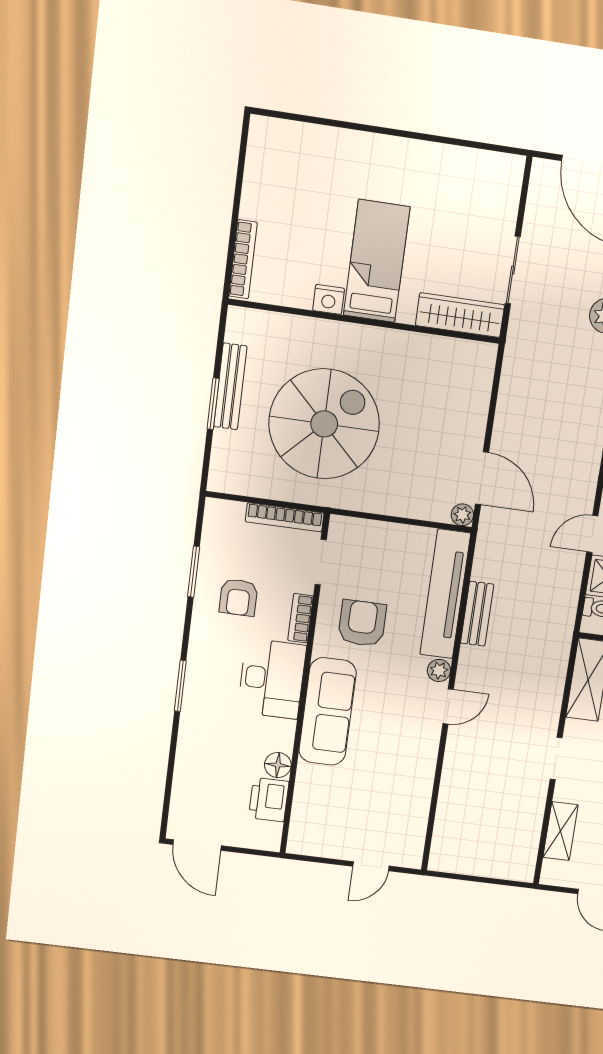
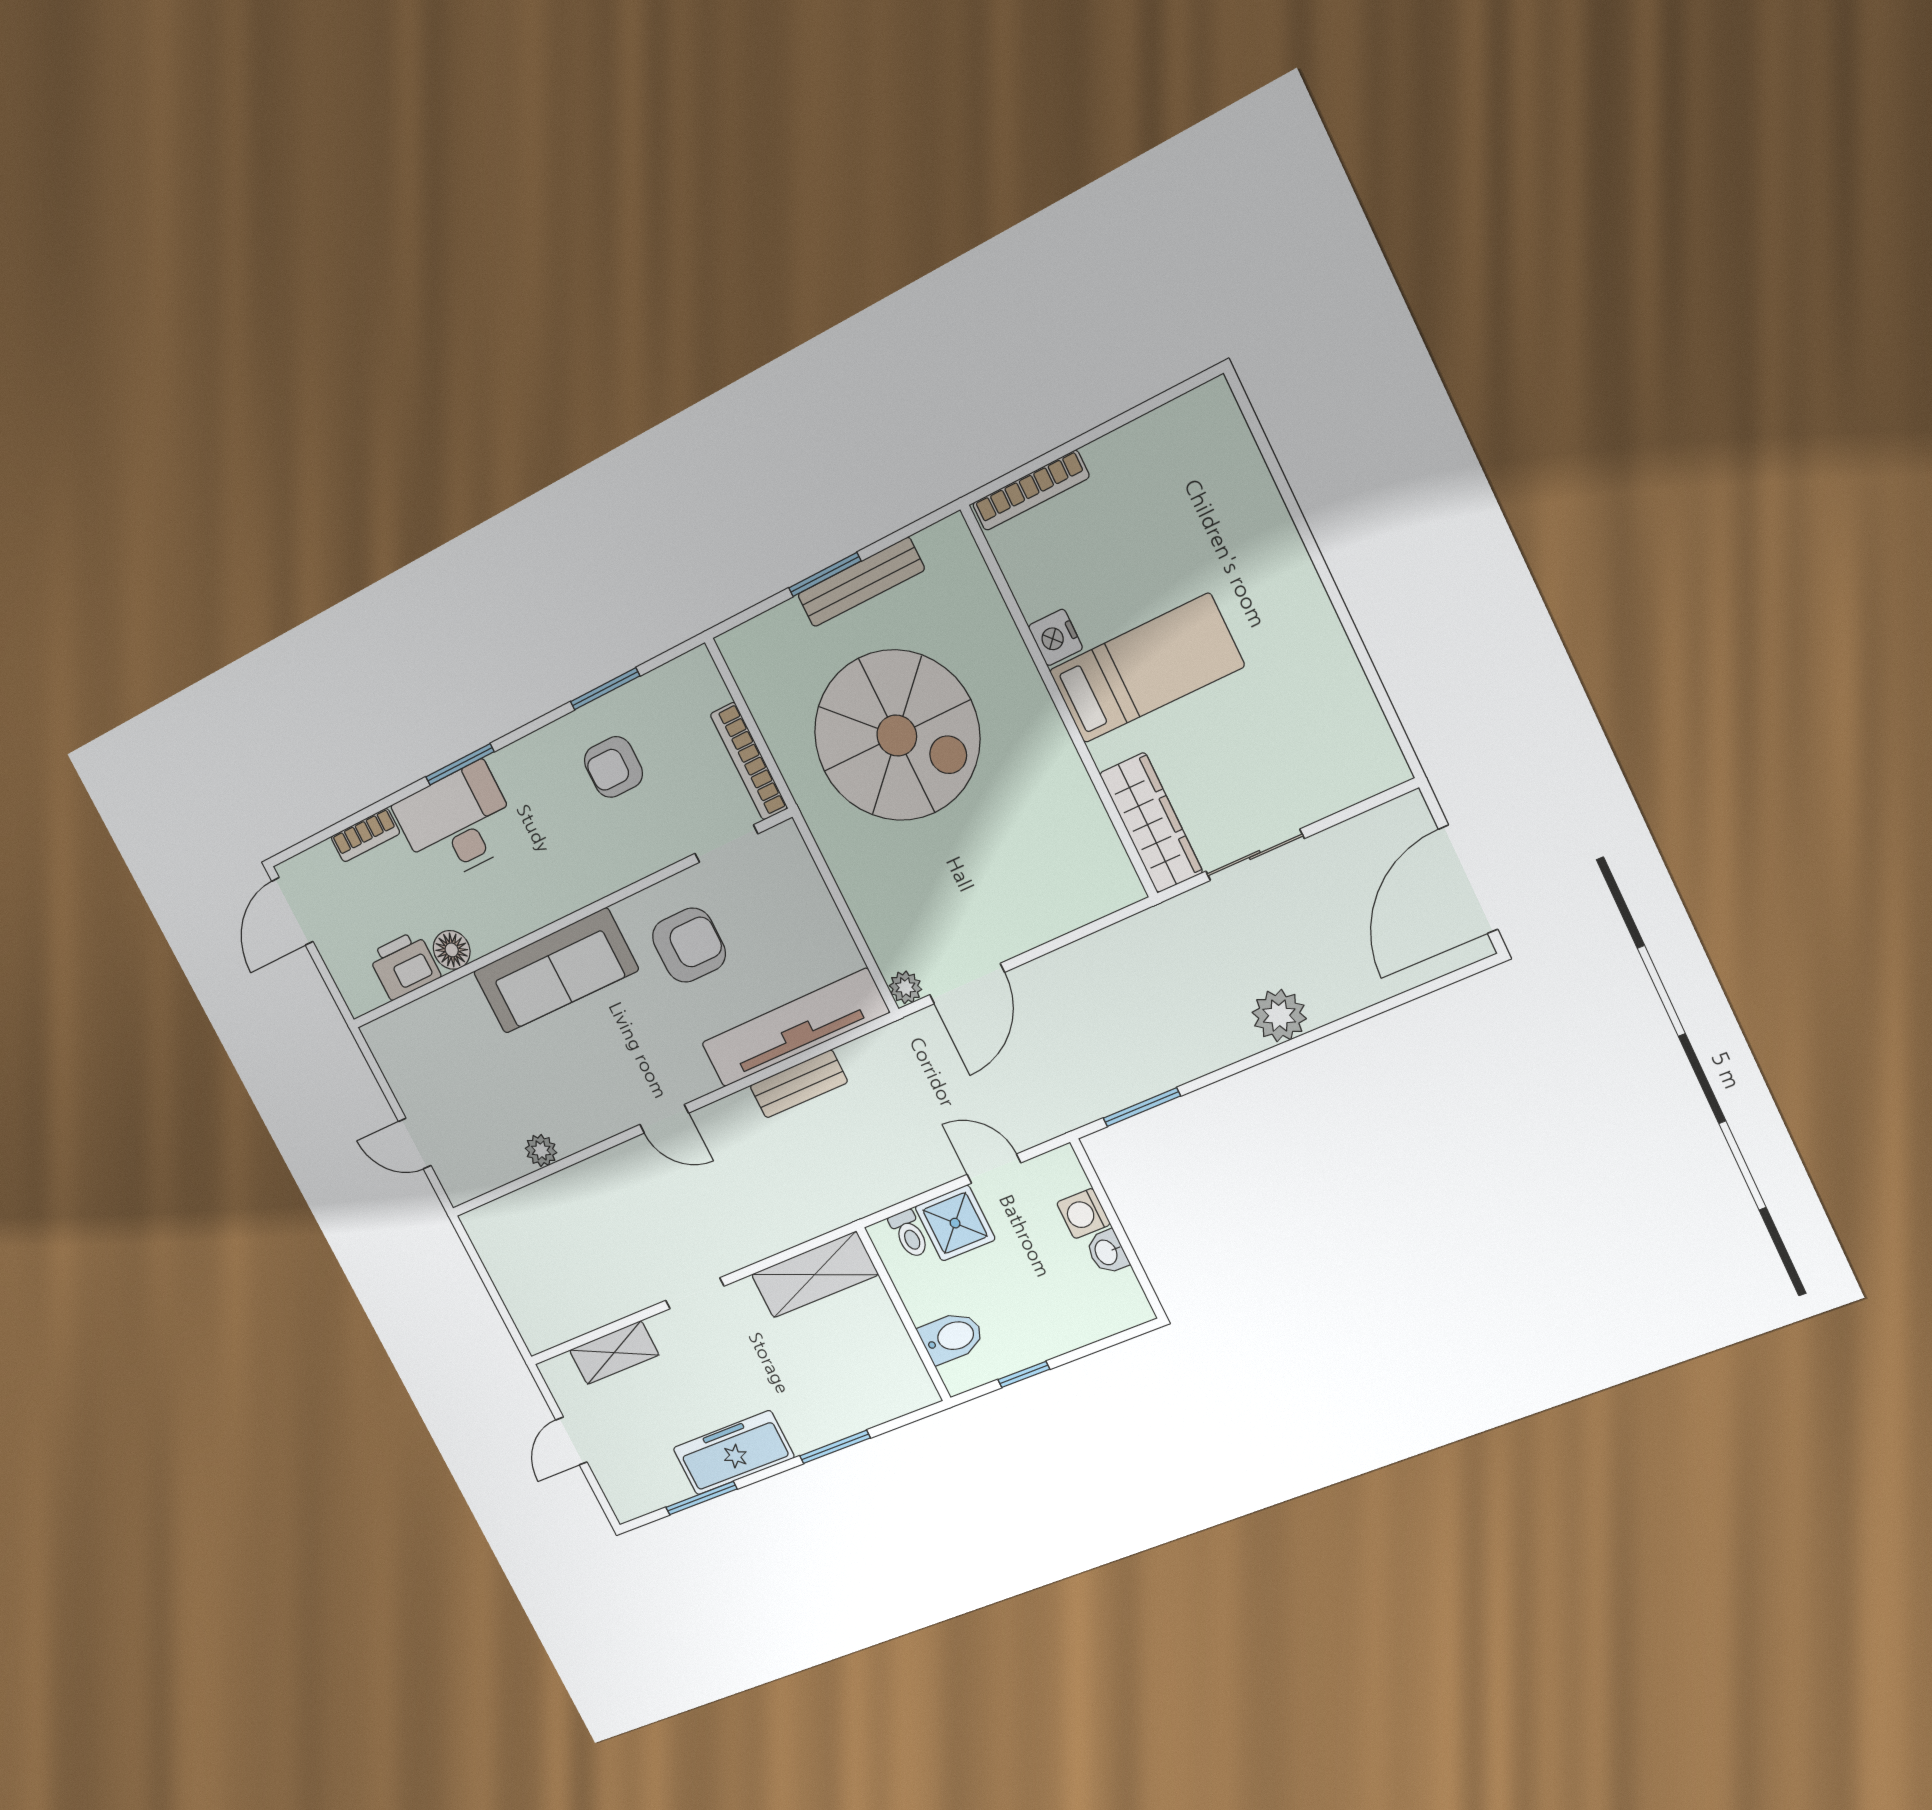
bookcase: (300, 618) -> (365, 835), moved, turned 180
plant: (439, 670) -> (541, 1150), moved
desk: (272, 679) -> (457, 823), moved, turned 180

